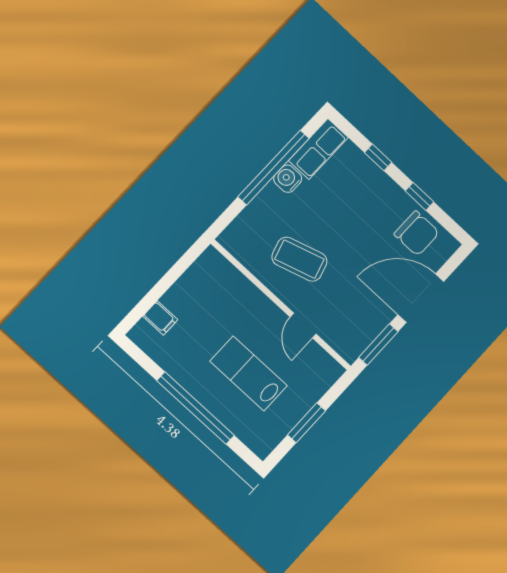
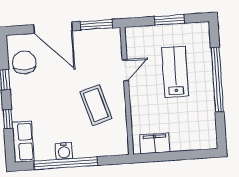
row of seats: (318, 149) -> (23, 142), moved, turned 90
filing cabinet: (160, 318) -> (155, 143), moved, width x2.00
lab bench: (249, 374) -> (175, 72), turned 180

